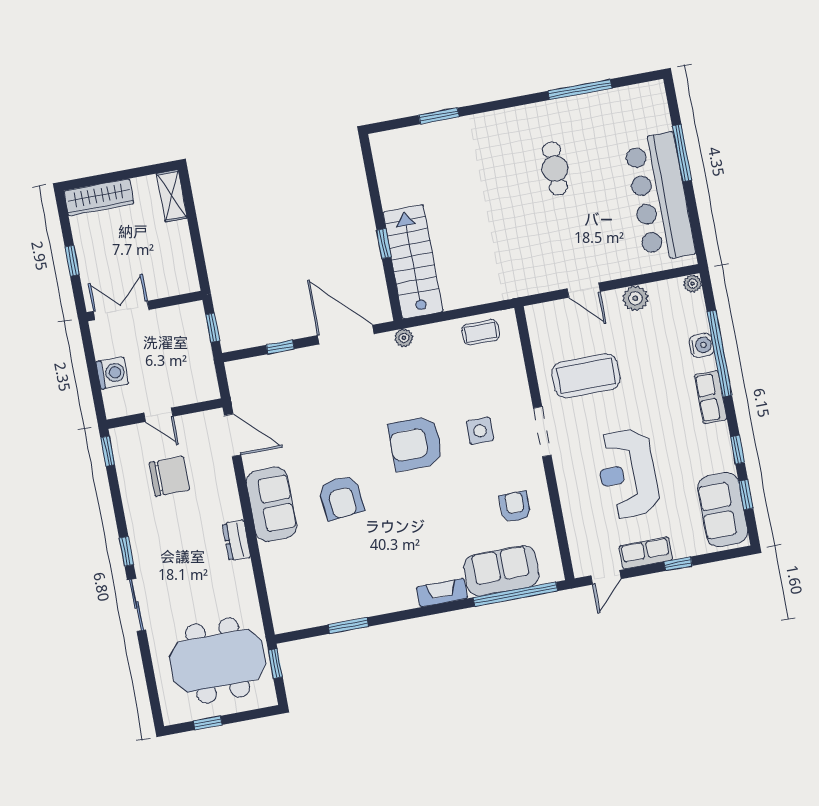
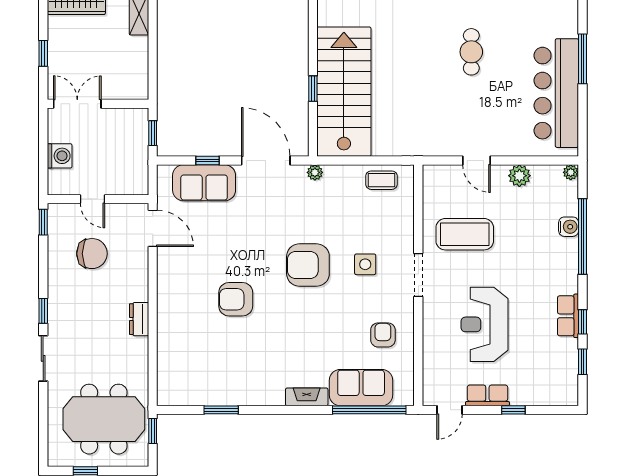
stairs: (413, 262) -> (344, 92), width x1.36, depth x1.51
row of seats: (711, 397) -> (568, 316), moved
armchair: (341, 498) -> (236, 299), turned 96
sofa: (271, 504) -> (204, 183), moved, turned 90
sofa: (723, 510) -> (560, 371), removed

